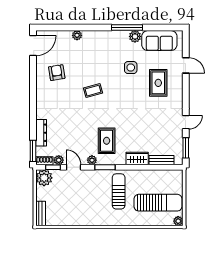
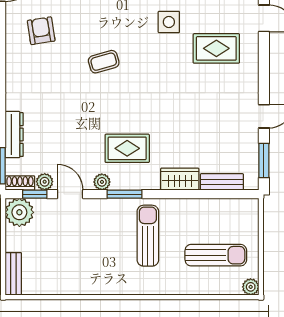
rug: (158, 83) -> (216, 48), turned 90
rug: (107, 141) -> (127, 148), turned 90
sun lounger: (158, 203) -> (216, 255), width x0.73, depth x0.75

